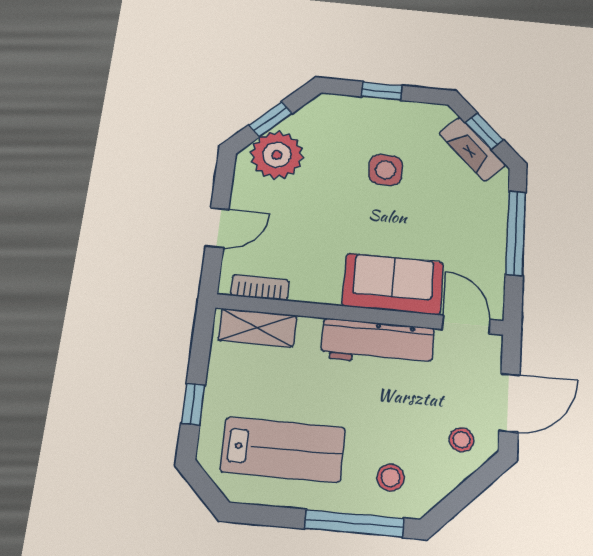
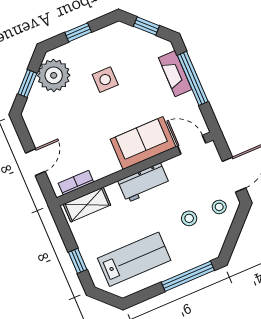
fireplace: (472, 149) -> (175, 74), moved, turned 45
plant: (277, 155) -> (54, 75), moved
workbench: (378, 343) -> (144, 183), width x0.73
stool: (391, 477) -> (189, 218), moved

